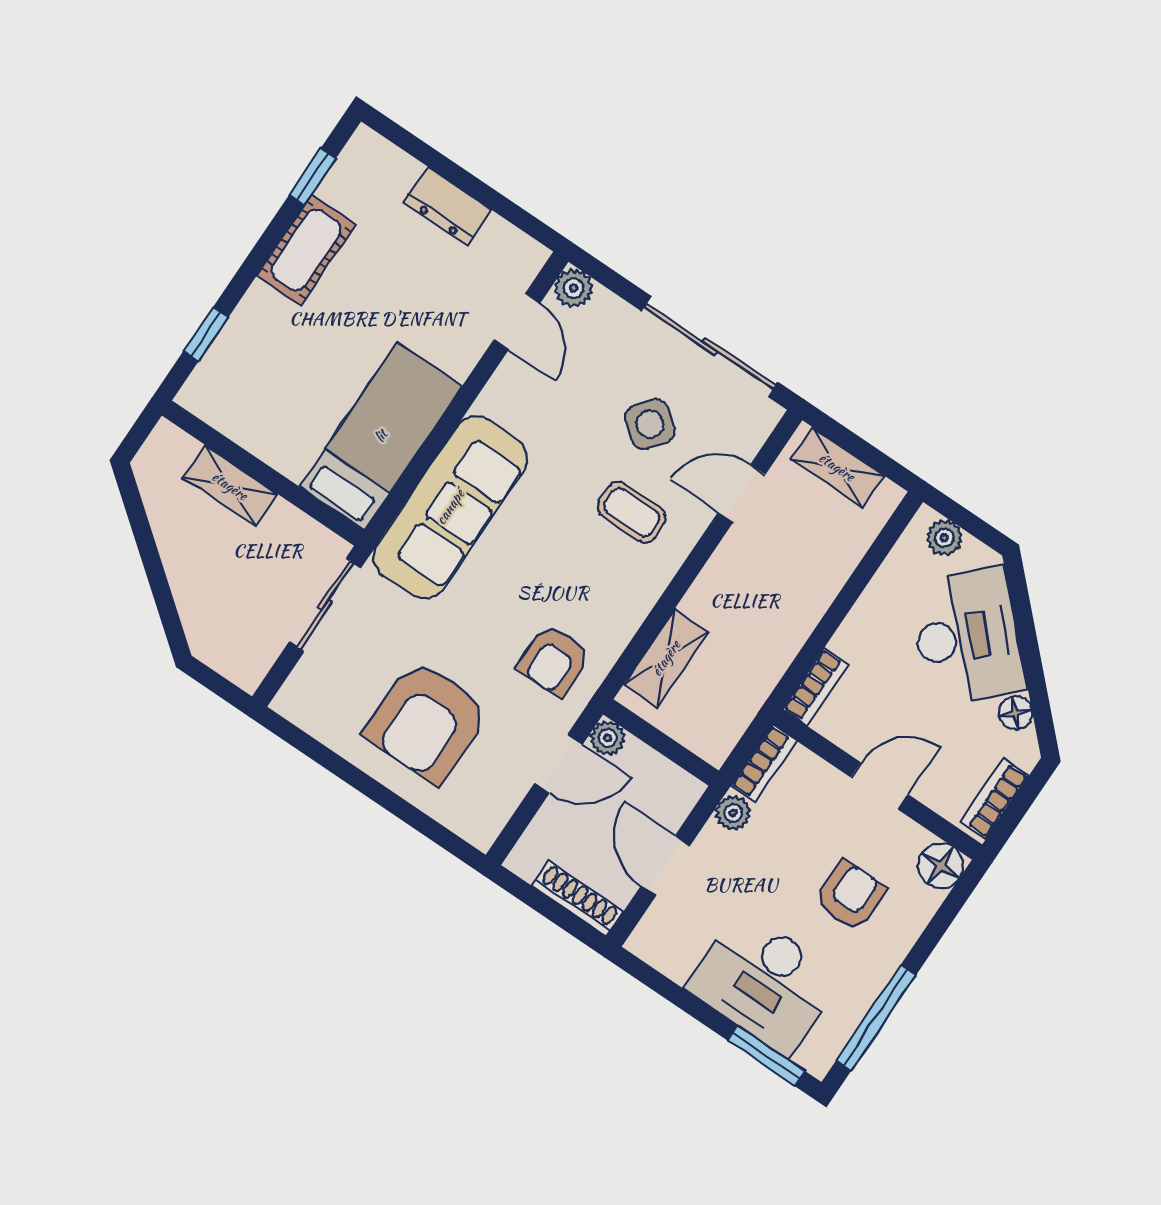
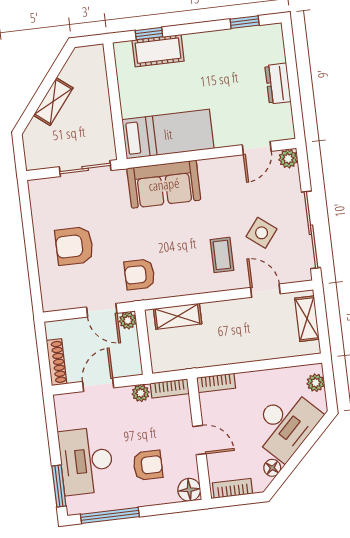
cot: (306, 250) -> (158, 51), moved
shelving: (230, 486) -> (53, 102), moved, turned 38
sofa: (450, 507) -> (164, 184), width x0.73
armchair: (427, 722) -> (74, 246), width x0.73, depth x0.73

